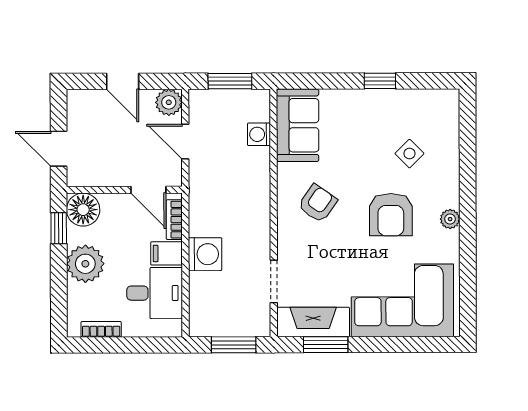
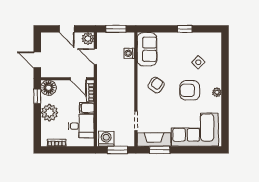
armchair: (391, 215) -> (190, 90), turned 90
washing machine: (205, 254) -> (106, 139), moved, turned -90

